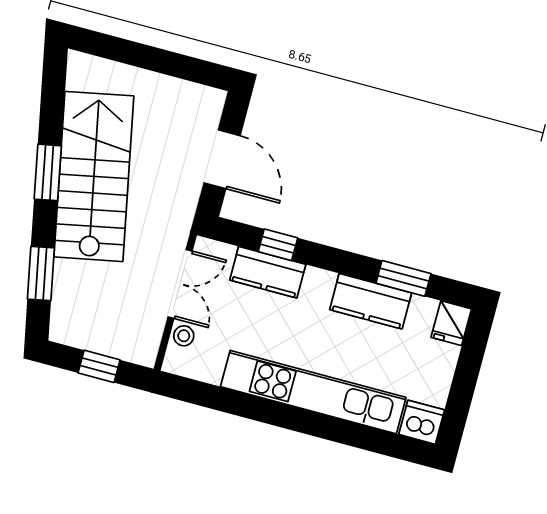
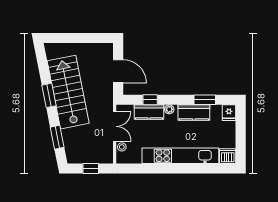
plant: (316, 279) -> (169, 109), added

